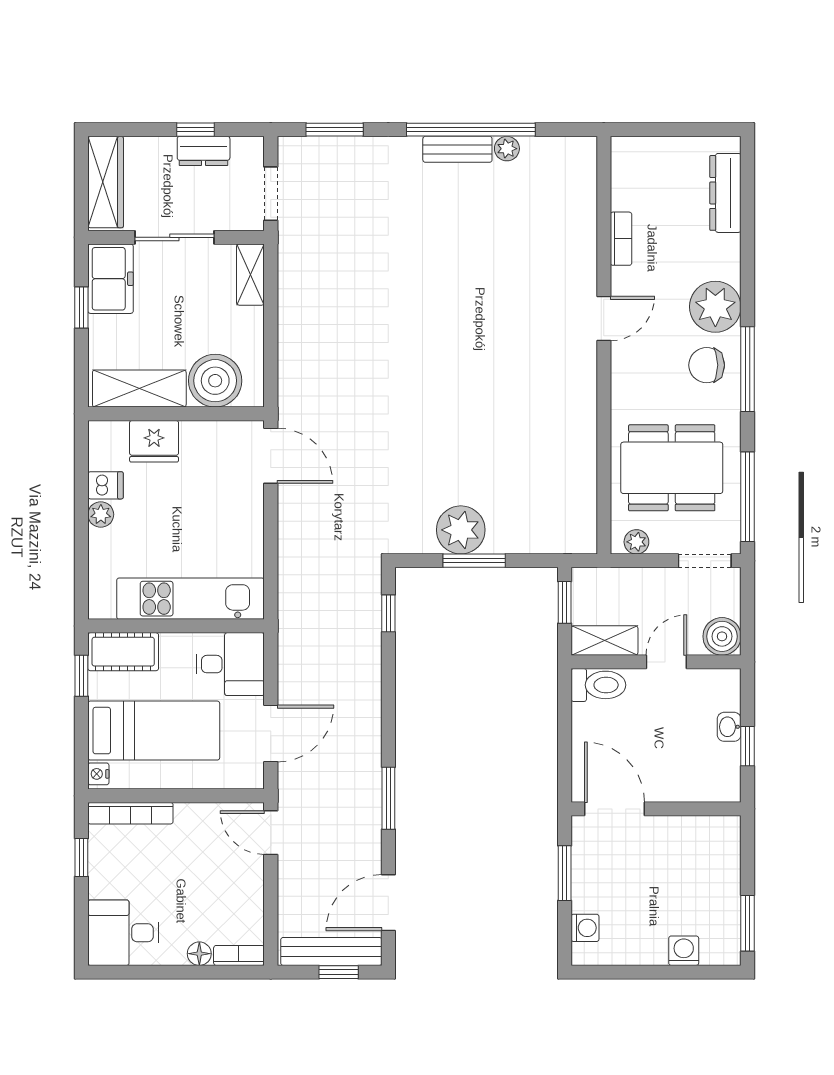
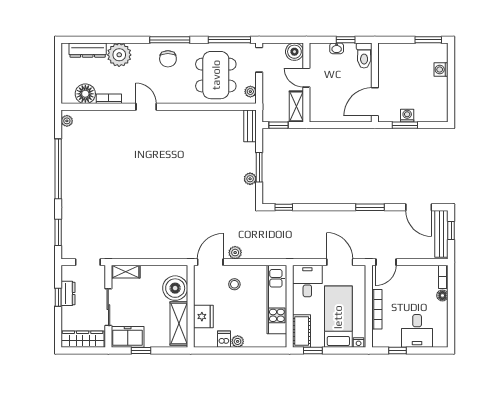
bench: (457, 149) -> (250, 126), moved
plant: (507, 149) -> (67, 121), moved
floor lamp: (632, 188) -> (85, 94), added
plant: (715, 307) -> (119, 55), moved
stool: (223, 508) -> (234, 284), added
plant: (291, 509) -> (235, 253), added
plant: (461, 530) -> (250, 179), width x0.53, depth x0.53
toilet: (598, 685) -> (364, 56), moved, turned 180
bookcase: (130, 813) -> (377, 309), moved
washing machine: (585, 928) -> (407, 116), moved
desk: (123, 933) -> (417, 331), moved

